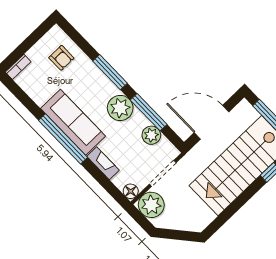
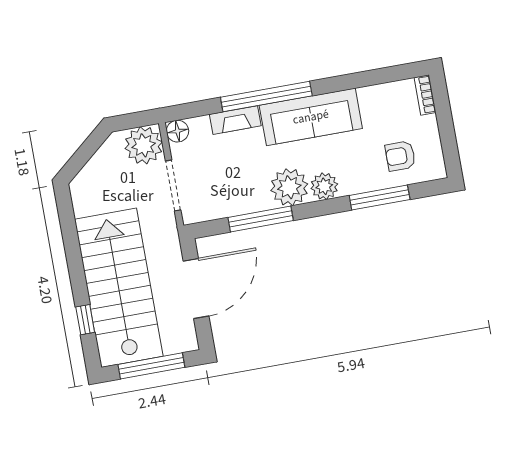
window: (110, 72) -> (380, 198), moved
plant: (151, 135) -> (324, 186), moved
window: (63, 139) -> (266, 97), moved

